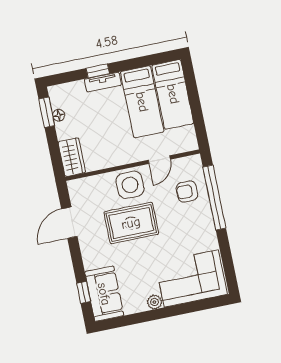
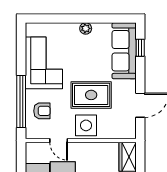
door: (159, 160) -> (59, 141), swing flipped
corner sofa: (191, 278) -> (44, 63), moved, turned -90
sofa: (104, 294) -> (124, 51), width x1.36

